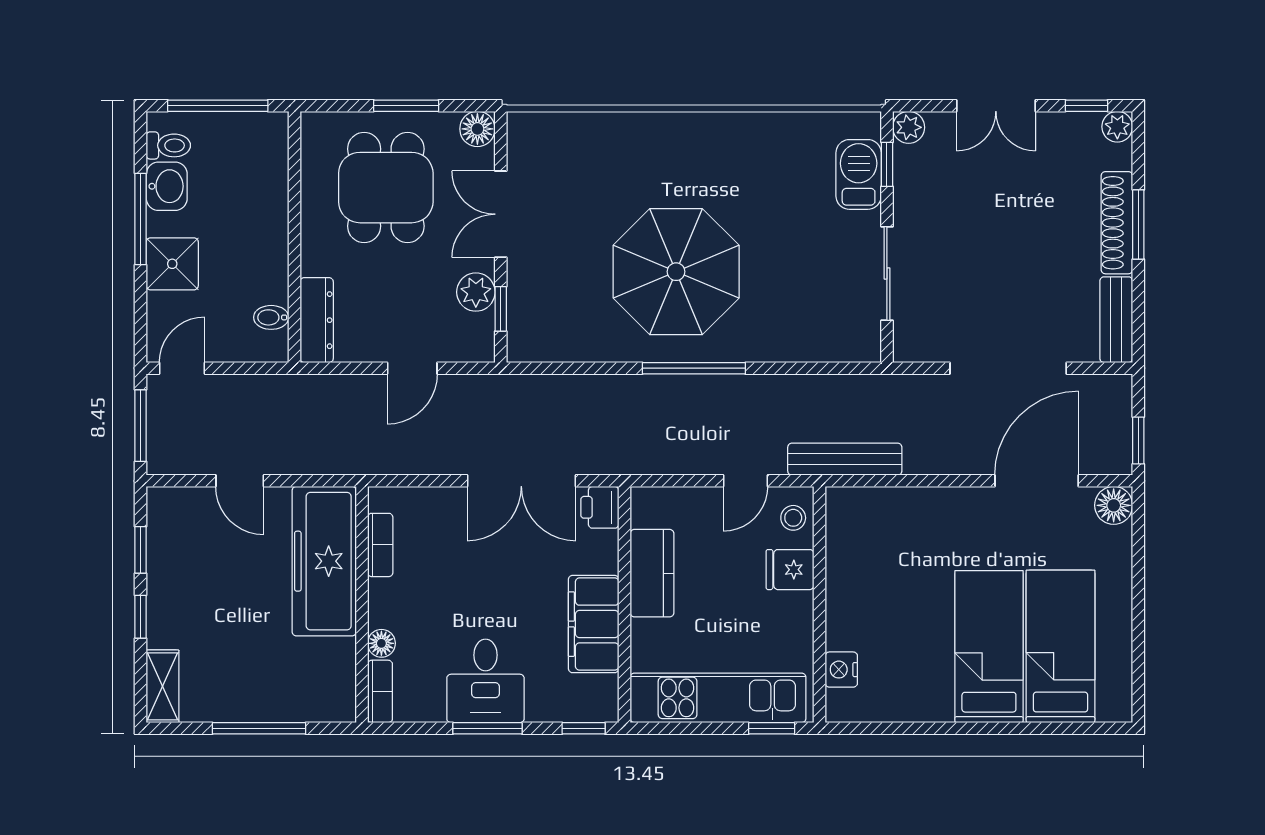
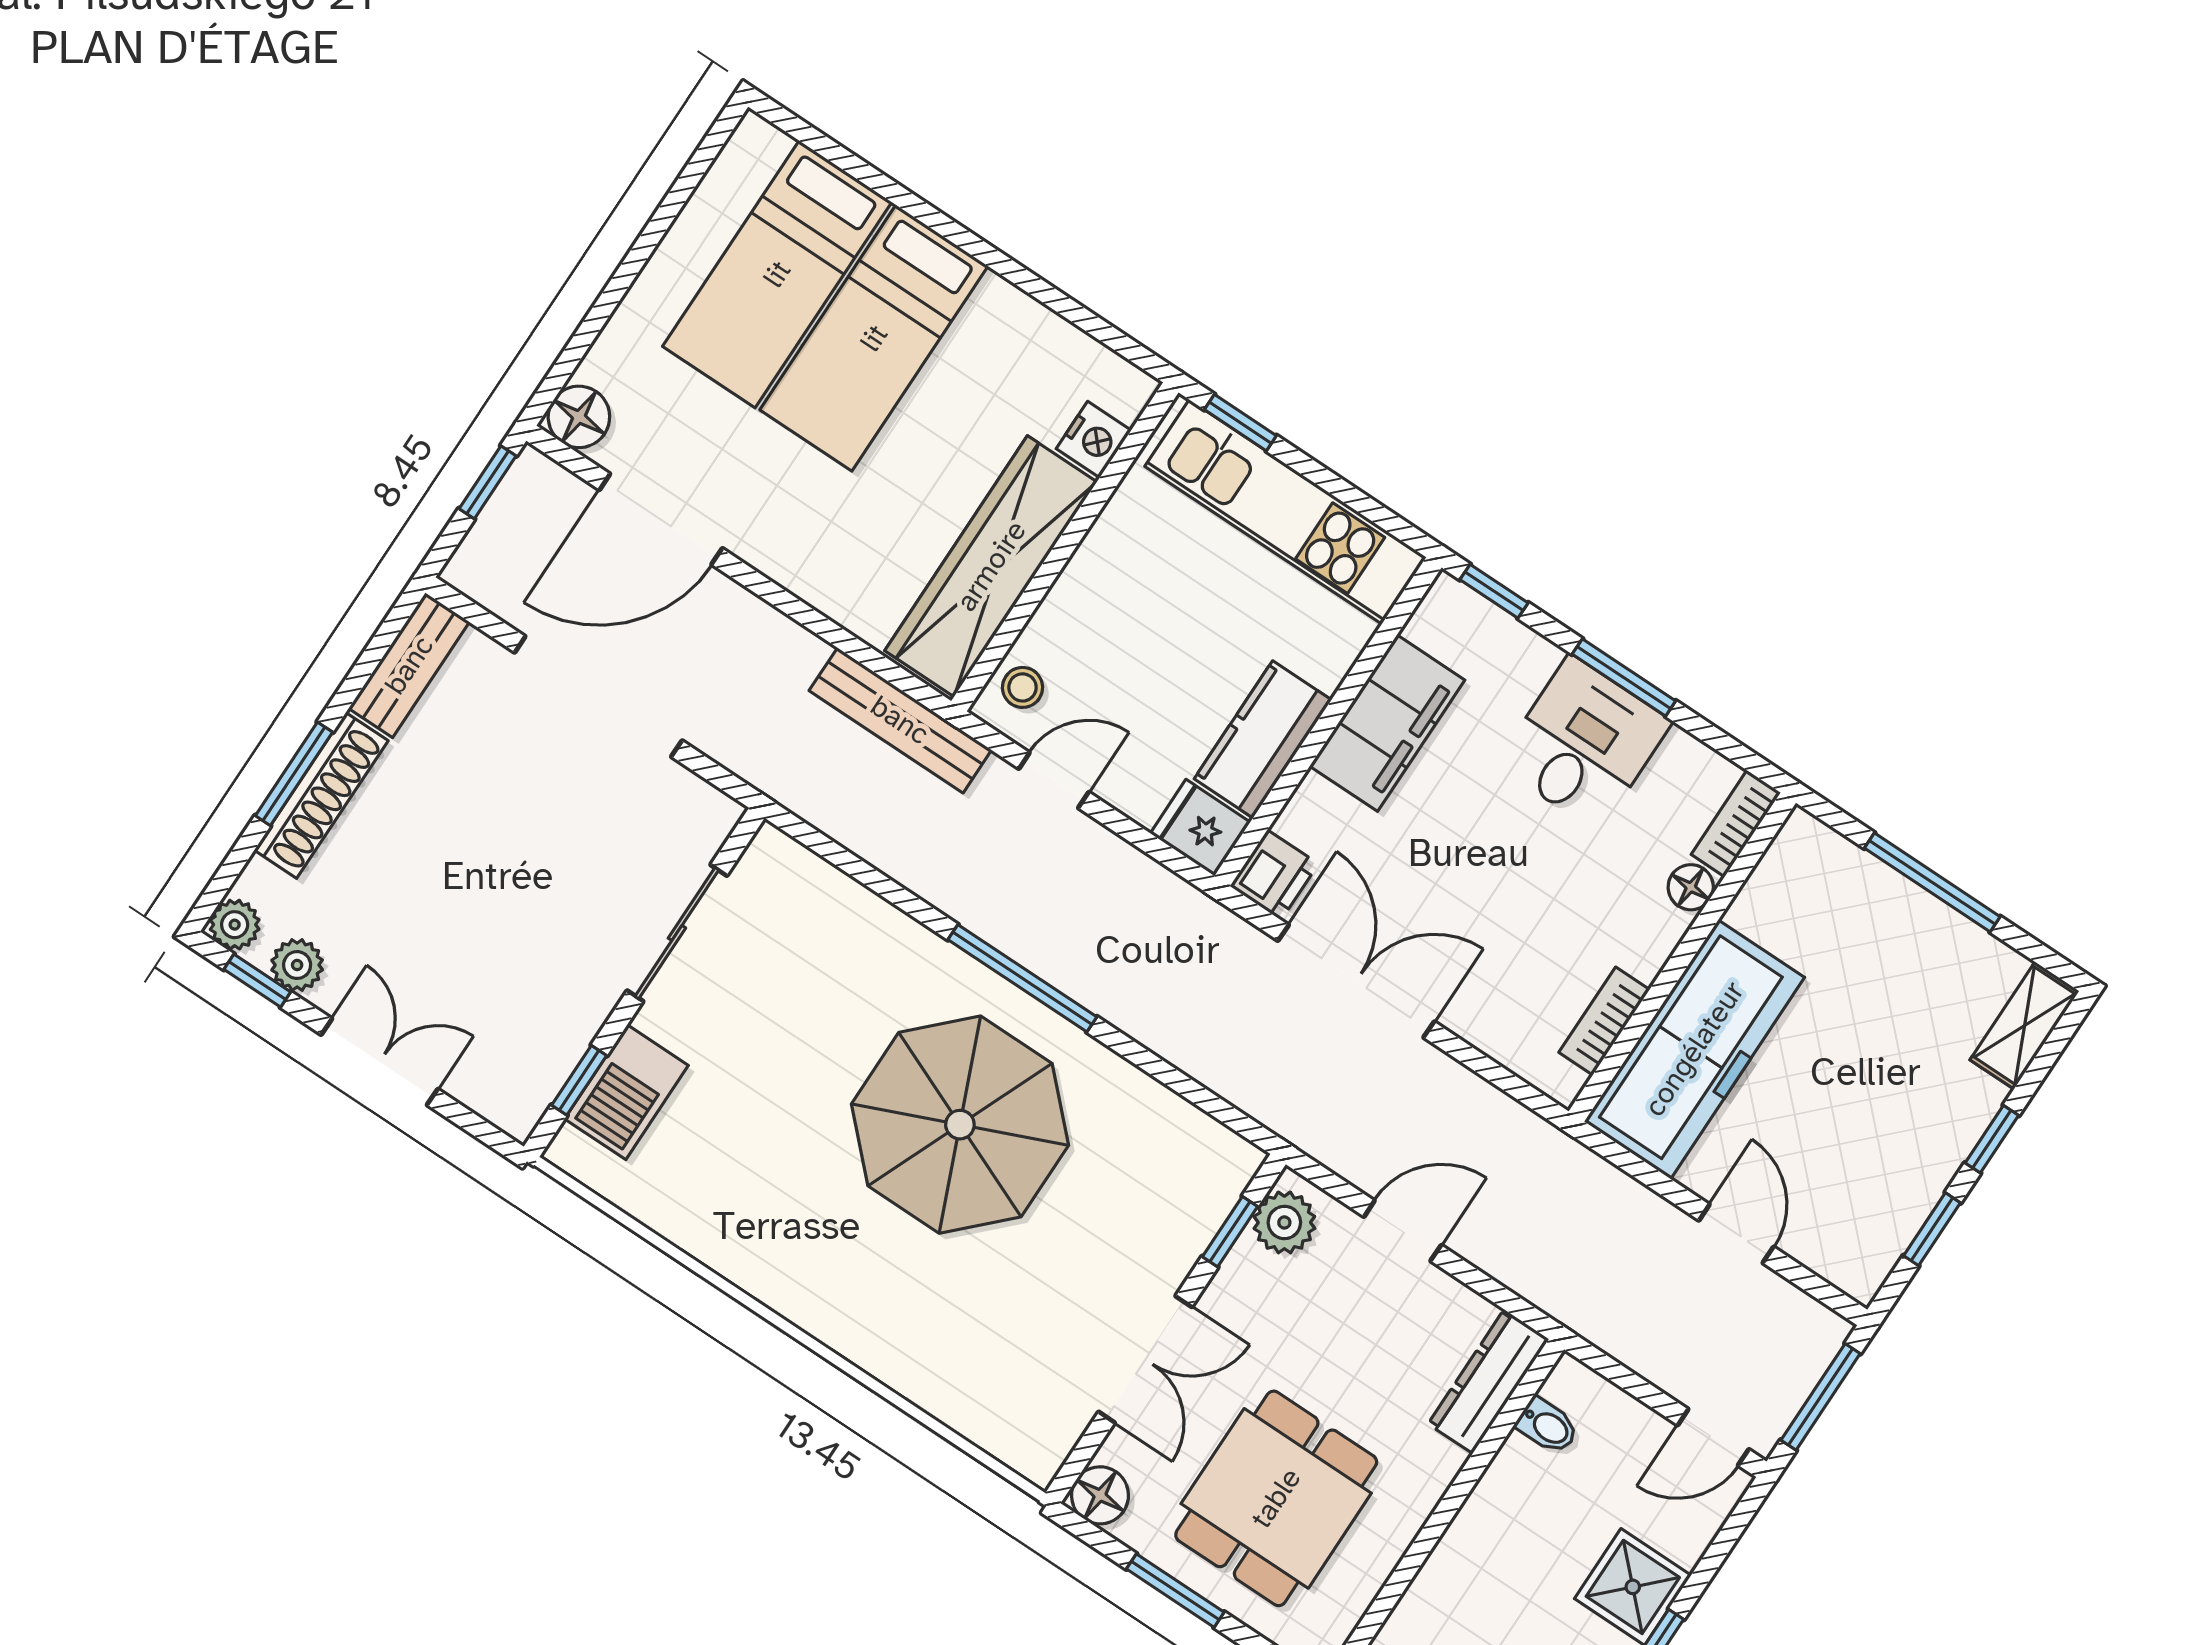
plant: (909, 127) -> (297, 965), moved
plant: (476, 292) -> (1284, 1222), moved
wardrobe: (851, 569) -> (991, 566), added
fridge: (790, 570) -> (1200, 828), moved, turned 180

